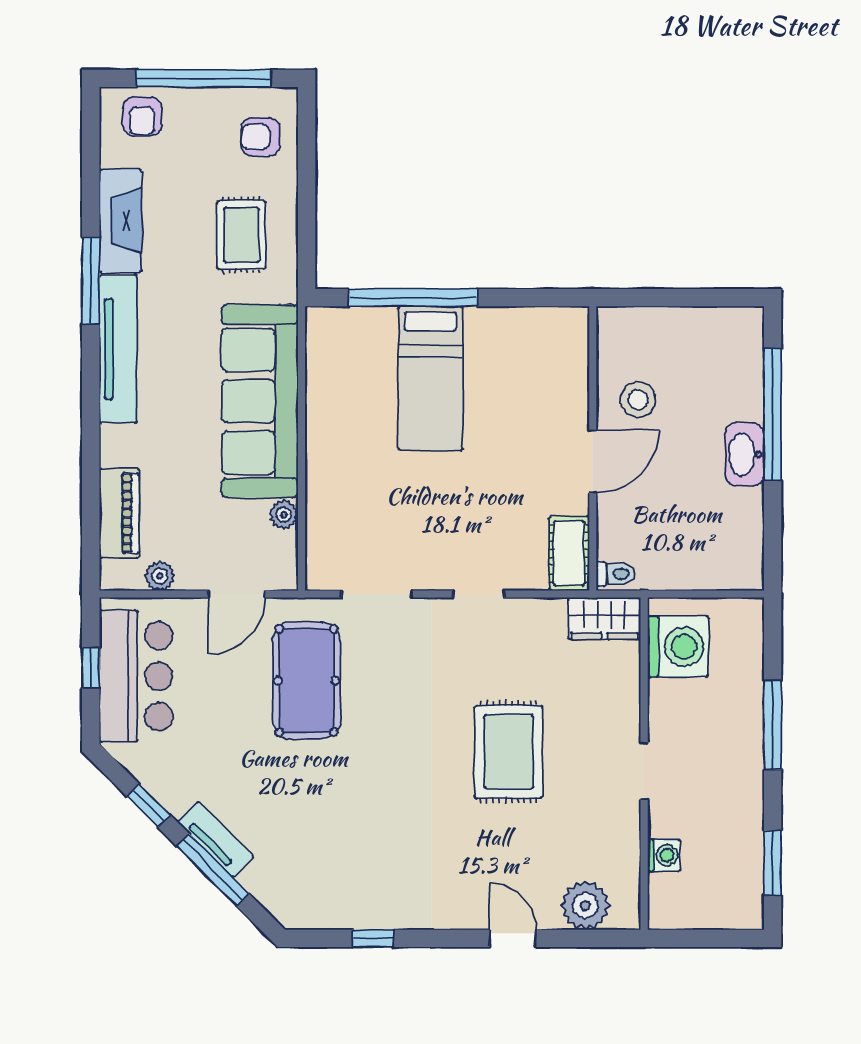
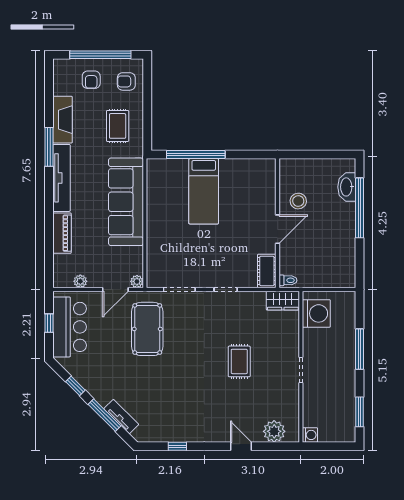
armchair: (142, 116) -> (91, 80), moved
washbasin: (745, 455) -> (347, 187), moved
piano: (119, 513) -> (62, 233), moved
plant: (284, 515) -> (137, 281), moved
rug: (509, 752) -> (239, 361), width x0.73, depth x0.70
tv unit: (216, 839) -> (121, 417), moved
washing machine: (664, 855) -> (310, 435), moved

